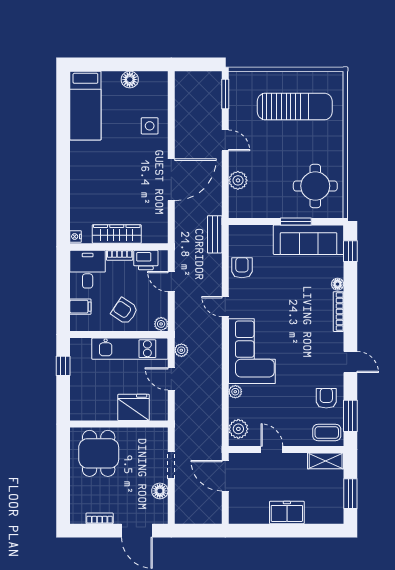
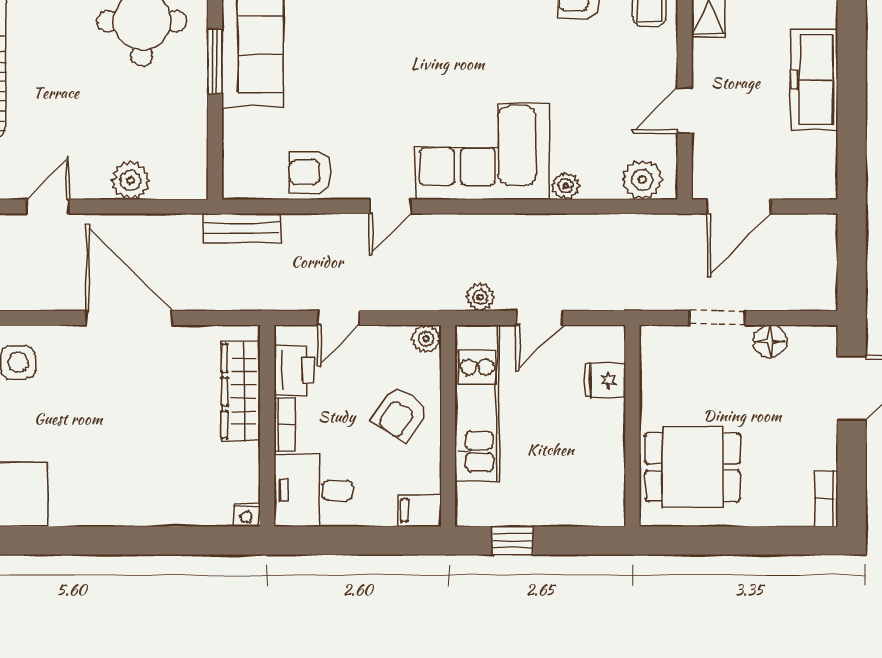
wardrobe: (117, 234) -> (241, 391), moved
filing cabinet: (80, 307) -> (419, 510), moved, turned -90
fridge: (134, 407) -> (605, 380), width x0.53, depth x0.75
freezer: (287, 512) -> (814, 80), width x1.40
bookcase: (100, 518) -> (827, 499), moved

